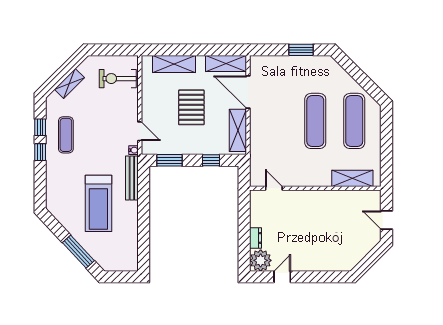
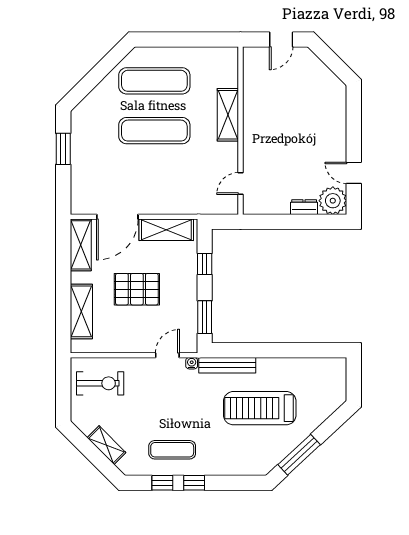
exercise bike: (118, 79) -> (100, 383), turned -90
shelving: (352, 178) -> (228, 115), moved
treadmill: (98, 203) -> (260, 408), turned 180
window: (78, 252) -> (299, 455), moved

